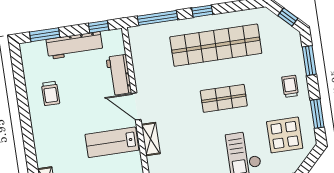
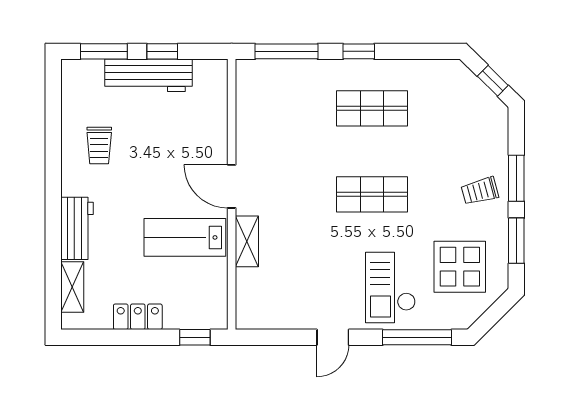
window: (99, 27) -> (162, 51), moved
shop shelf: (216, 45) -> (372, 108), width x0.50, depth x0.74
window: (309, 61) -> (516, 178), moved
workbench: (119, 75) -> (77, 228), moved, turned 180
trolley: (290, 86) -> (480, 191), turned -105

